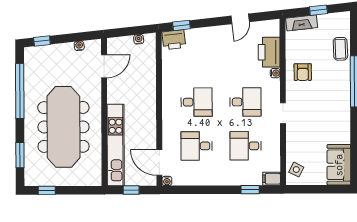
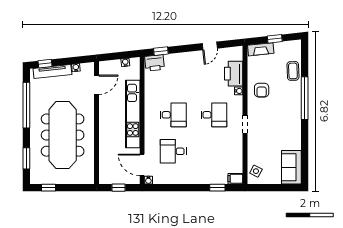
tv unit: (51, 50) -> (52, 71), added
kitchen unit: (116, 145) -> (133, 114), moved, turned 180
desk: (246, 146) -> (214, 151), removed

